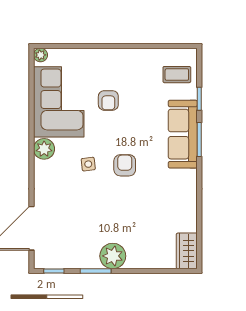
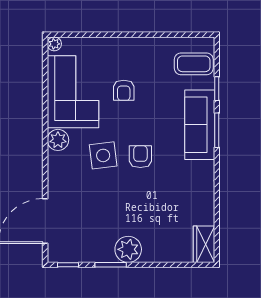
coffee table: (177, 75) -> (194, 64), width x1.36, depth x1.30
side table: (88, 164) -> (103, 155), width x1.87, depth x1.87

